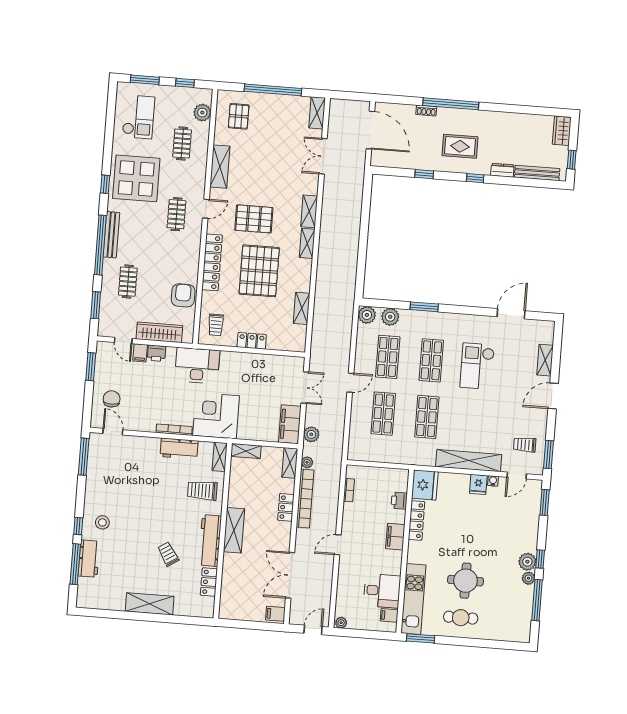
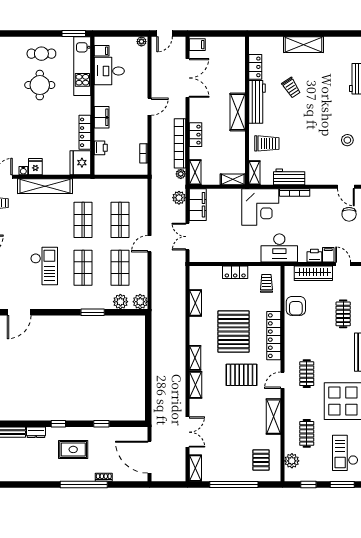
stool: (102, 522) -> (347, 140), moved

